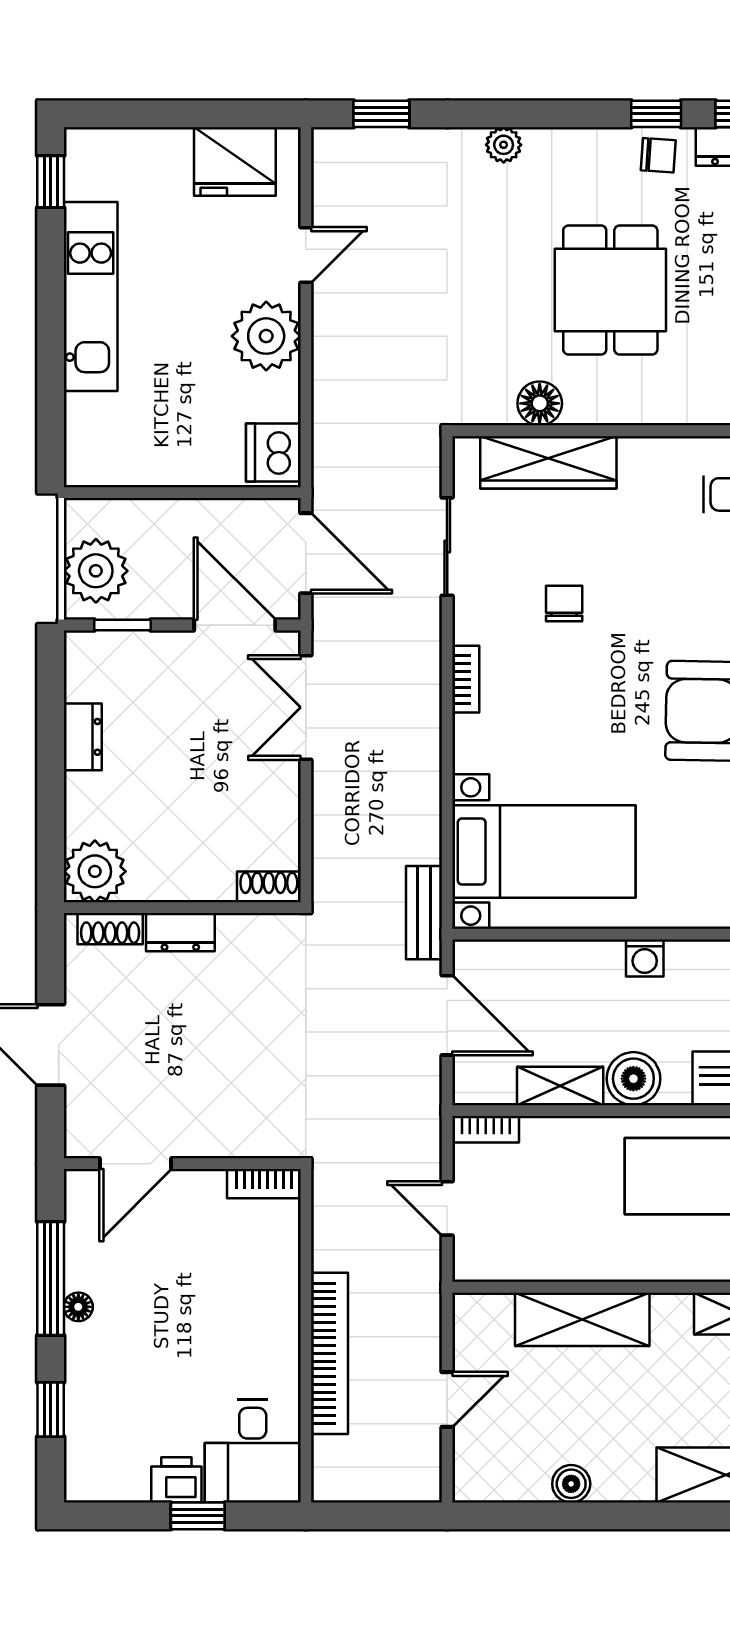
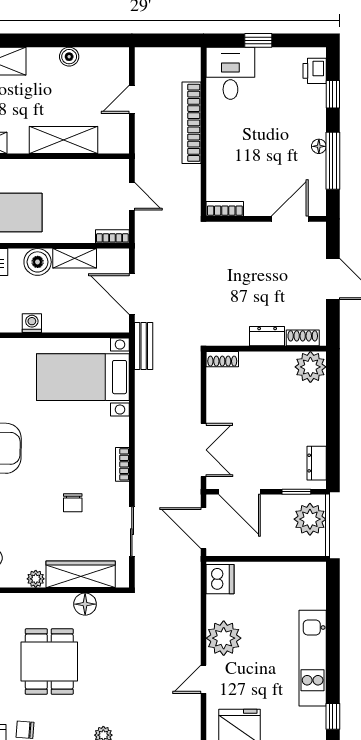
plant: (637, 453) -> (36, 579), added
dresser: (83, 737) -> (317, 463), moved
printer: (176, 1480) -> (315, 71), moved, turned 90

